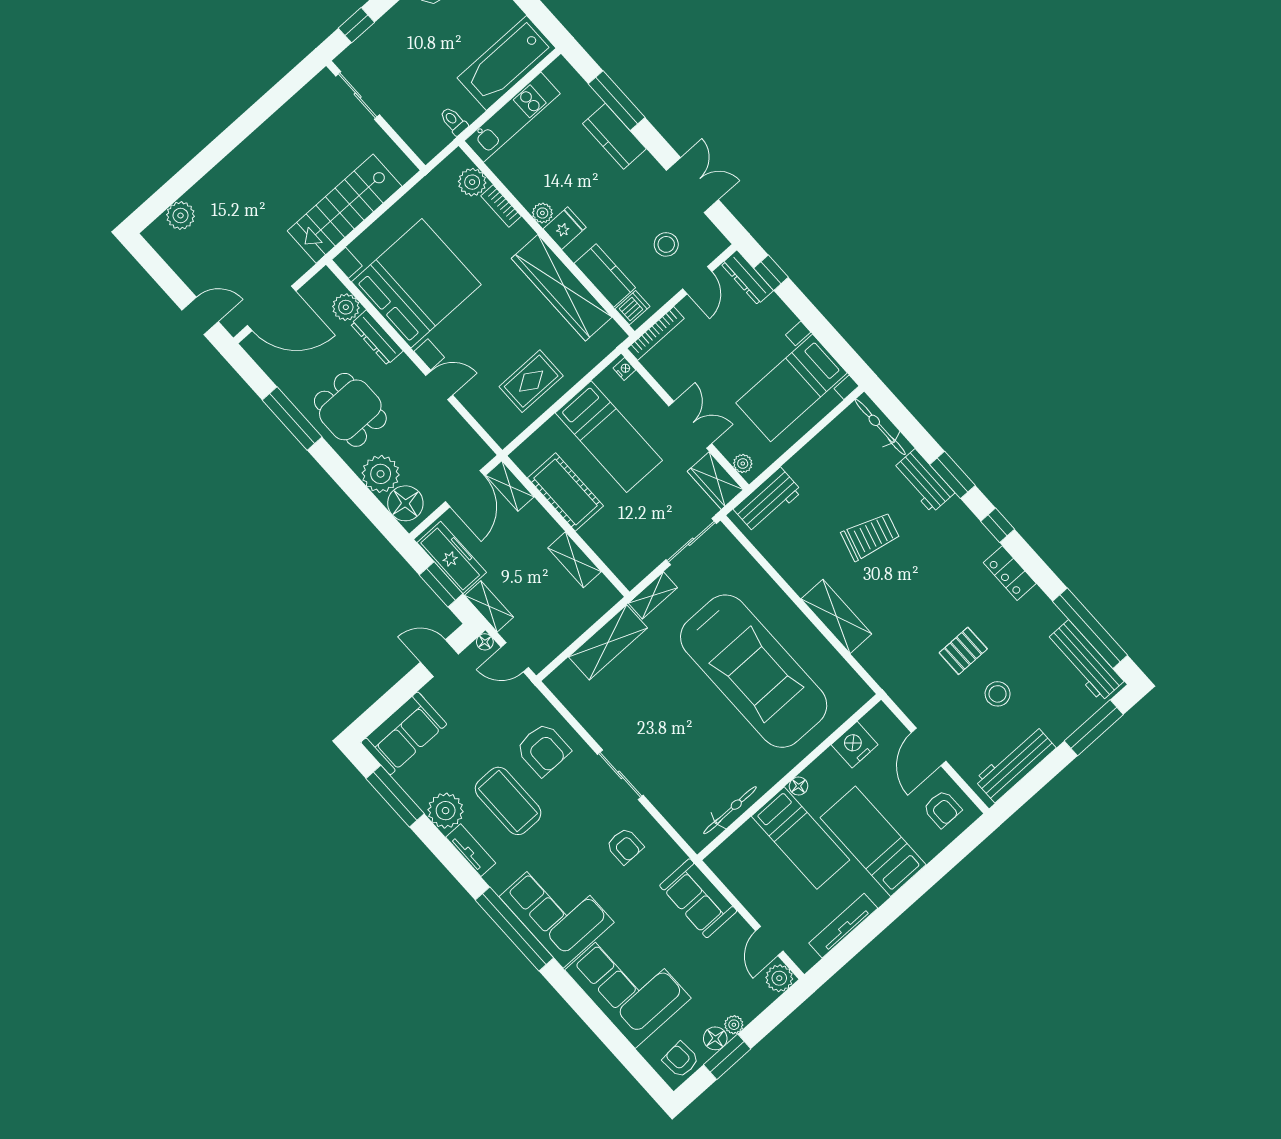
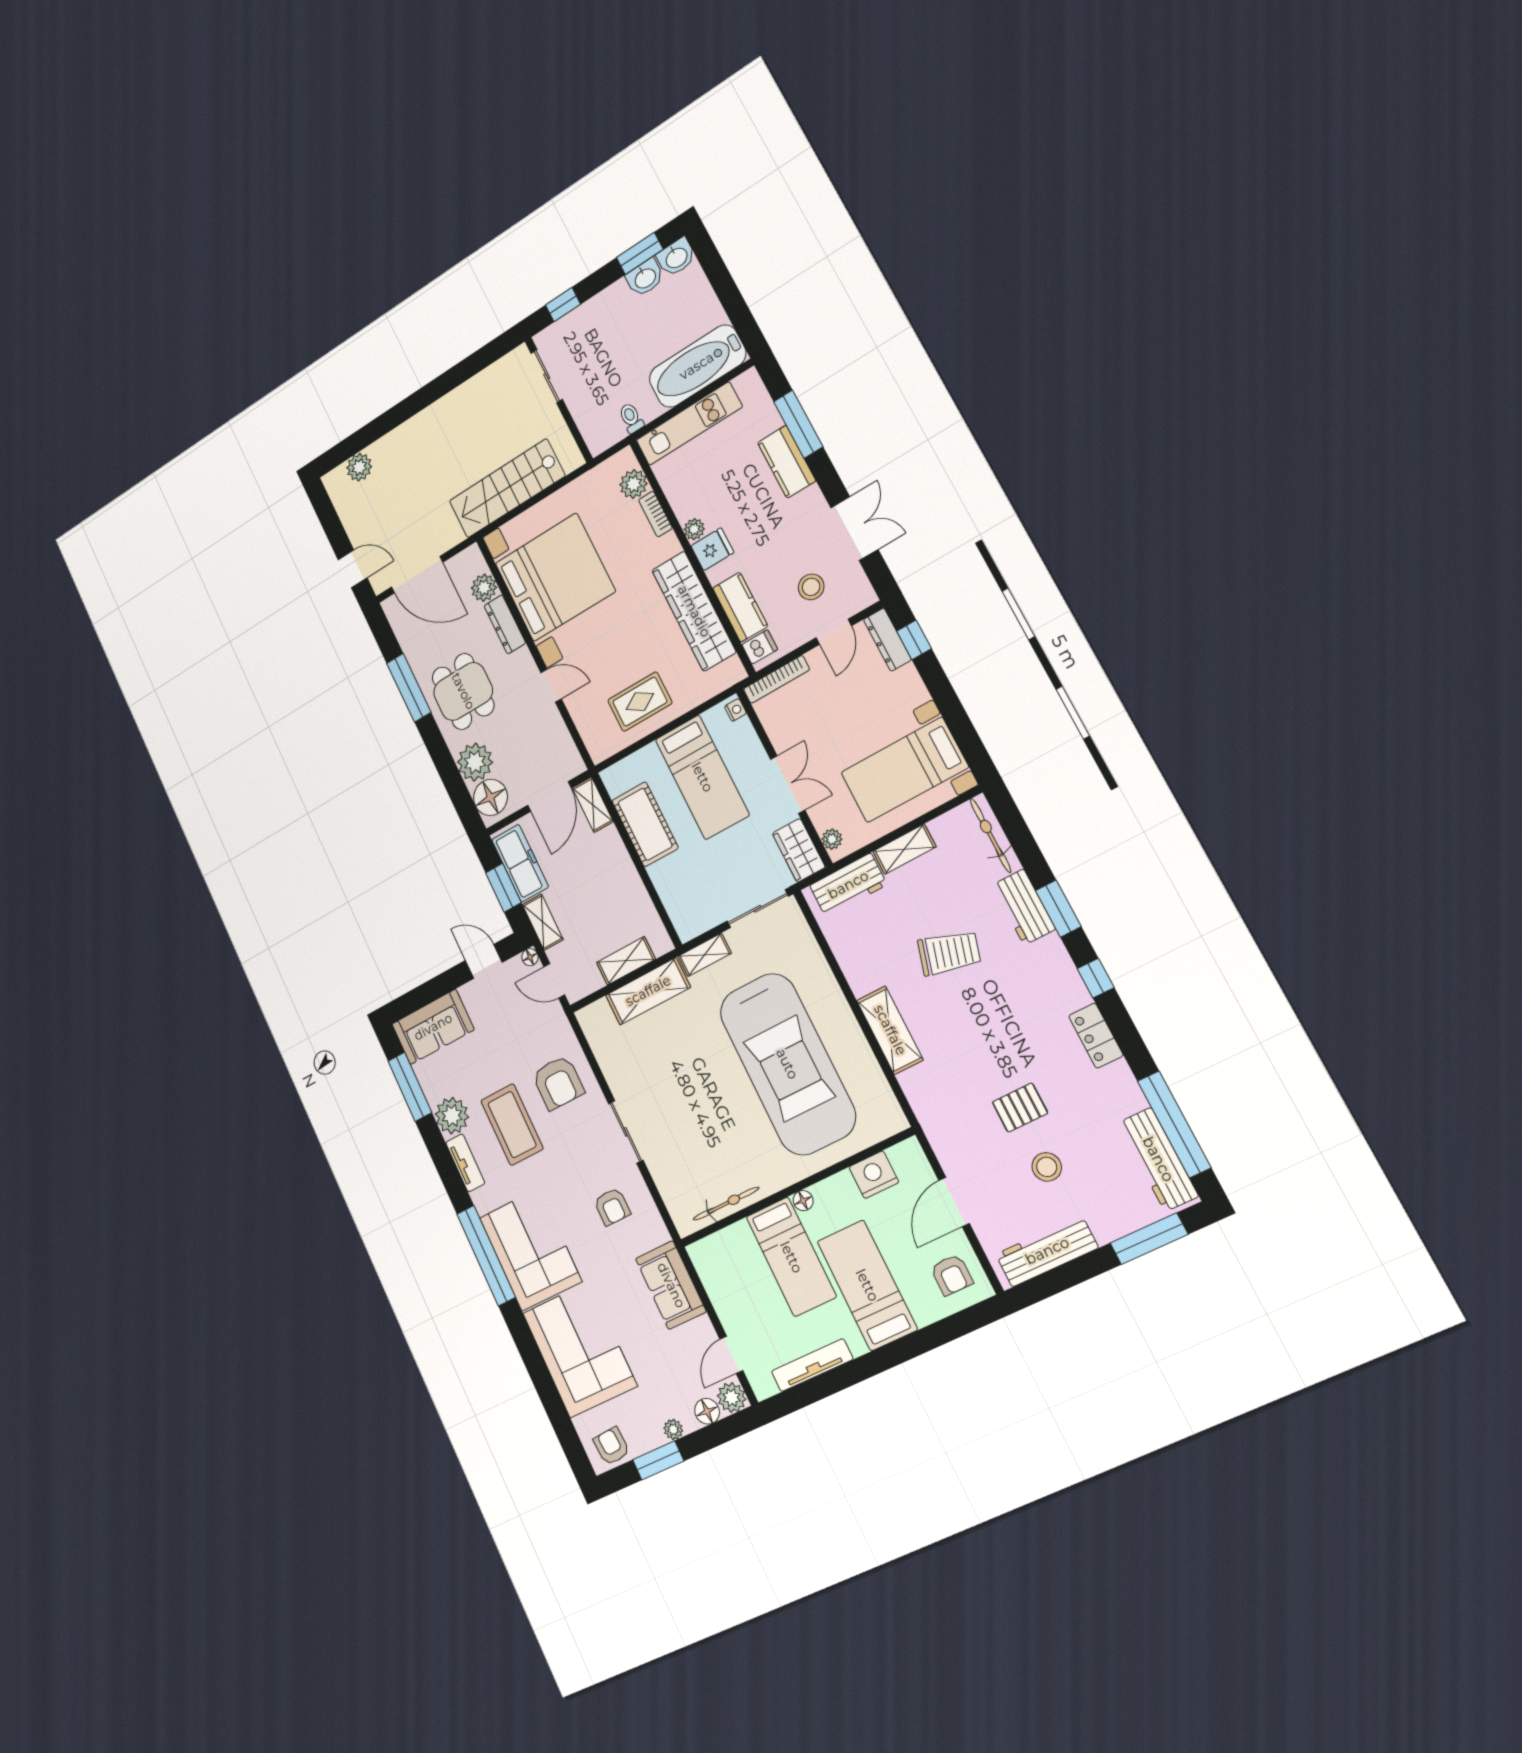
shelving: (809, 457) -> (904, 849), added
shelving: (574, 560) -> (626, 961), moved, turned 90
floor lamp: (715, 1038) -> (707, 1411), moved

